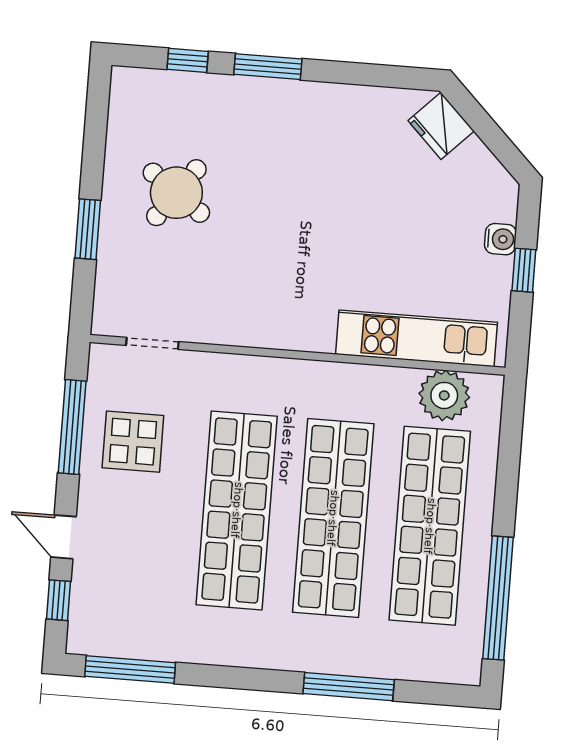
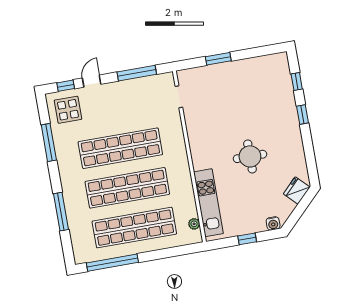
window: (268, 67) -> (303, 114), width x0.67
round table: (176, 193) -> (250, 156), moved, turned -36
water cooler: (500, 239) -> (273, 223), moved
plant: (444, 395) -> (194, 224), width x0.53, depth x0.53
display table: (133, 442) -> (68, 110), moved
window: (130, 669) -> (49, 142), moved

